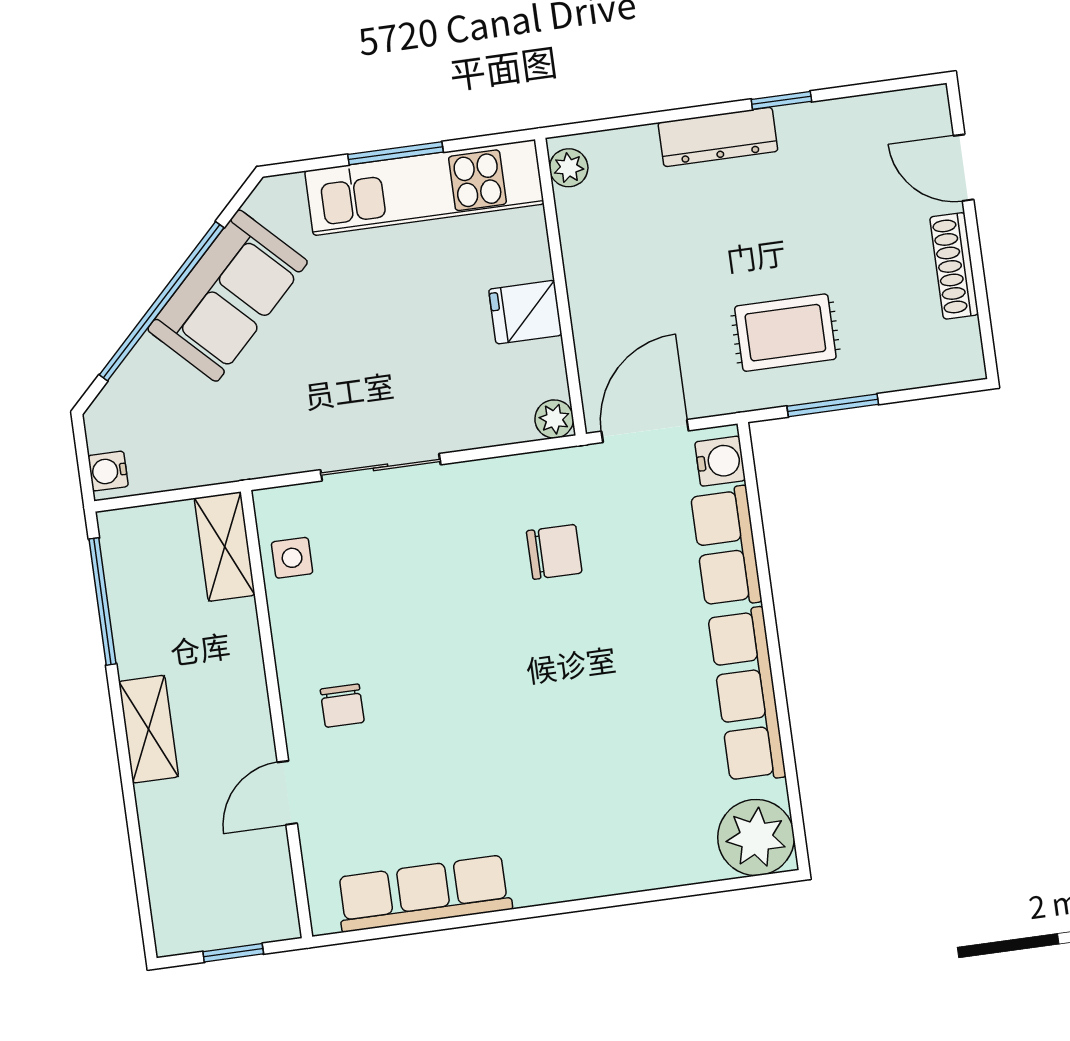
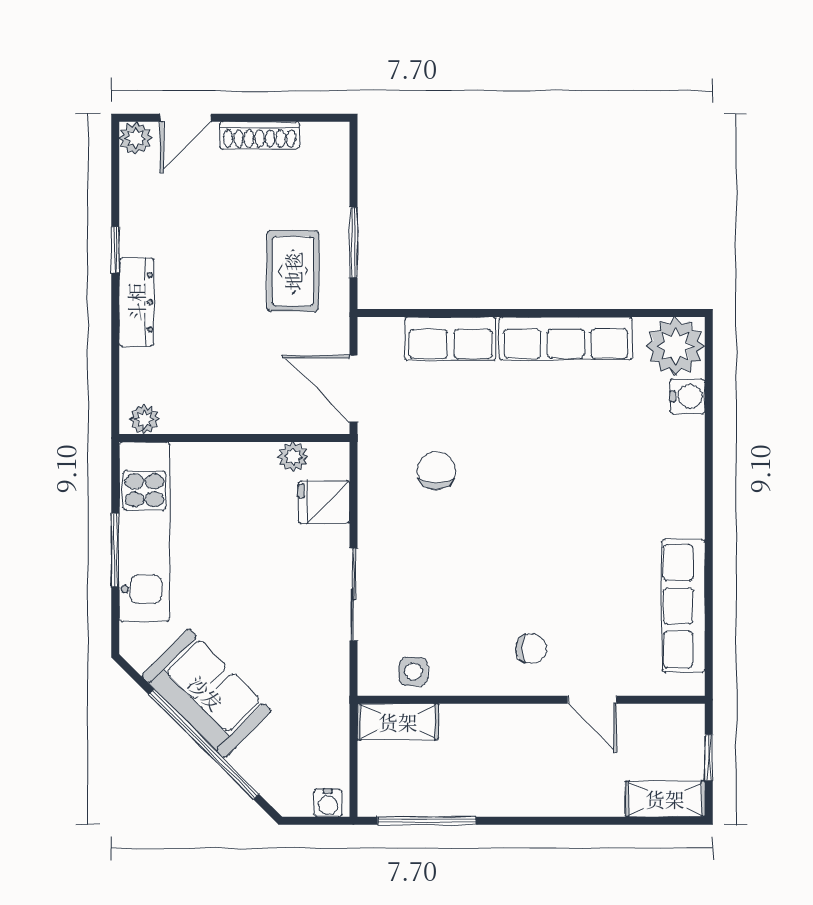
plant: (929, 107) -> (136, 138), added
fridge: (525, 312) -> (324, 502), moved, turned 90
plant: (554, 419) -> (293, 457), moved
water cooler: (720, 461) -> (687, 396), moved, turned 90
shelving: (149, 729) -> (665, 799), moved

